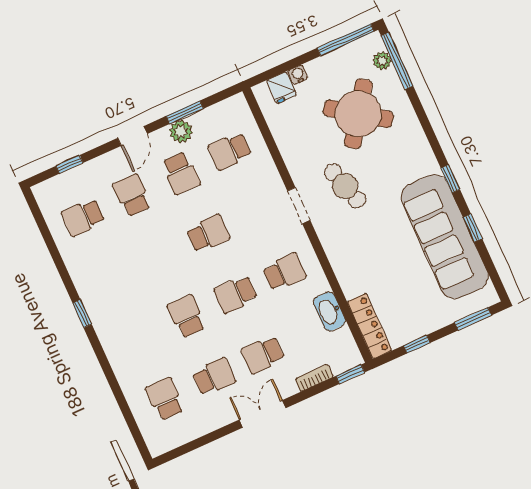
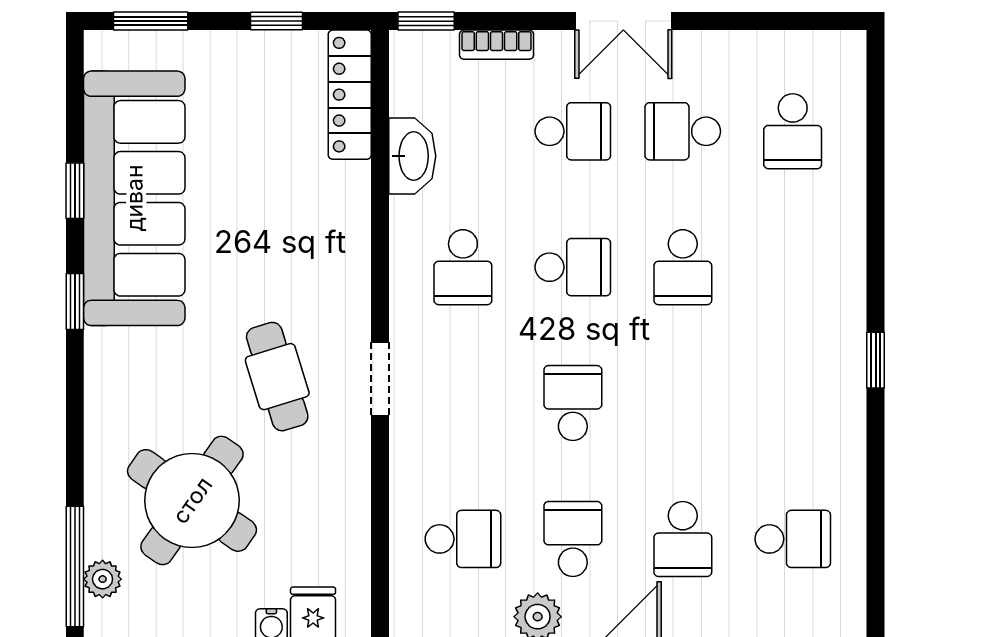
school desk: (208, 234) -> (573, 403), turned 90
school desk: (284, 272) -> (463, 267), turned -90

